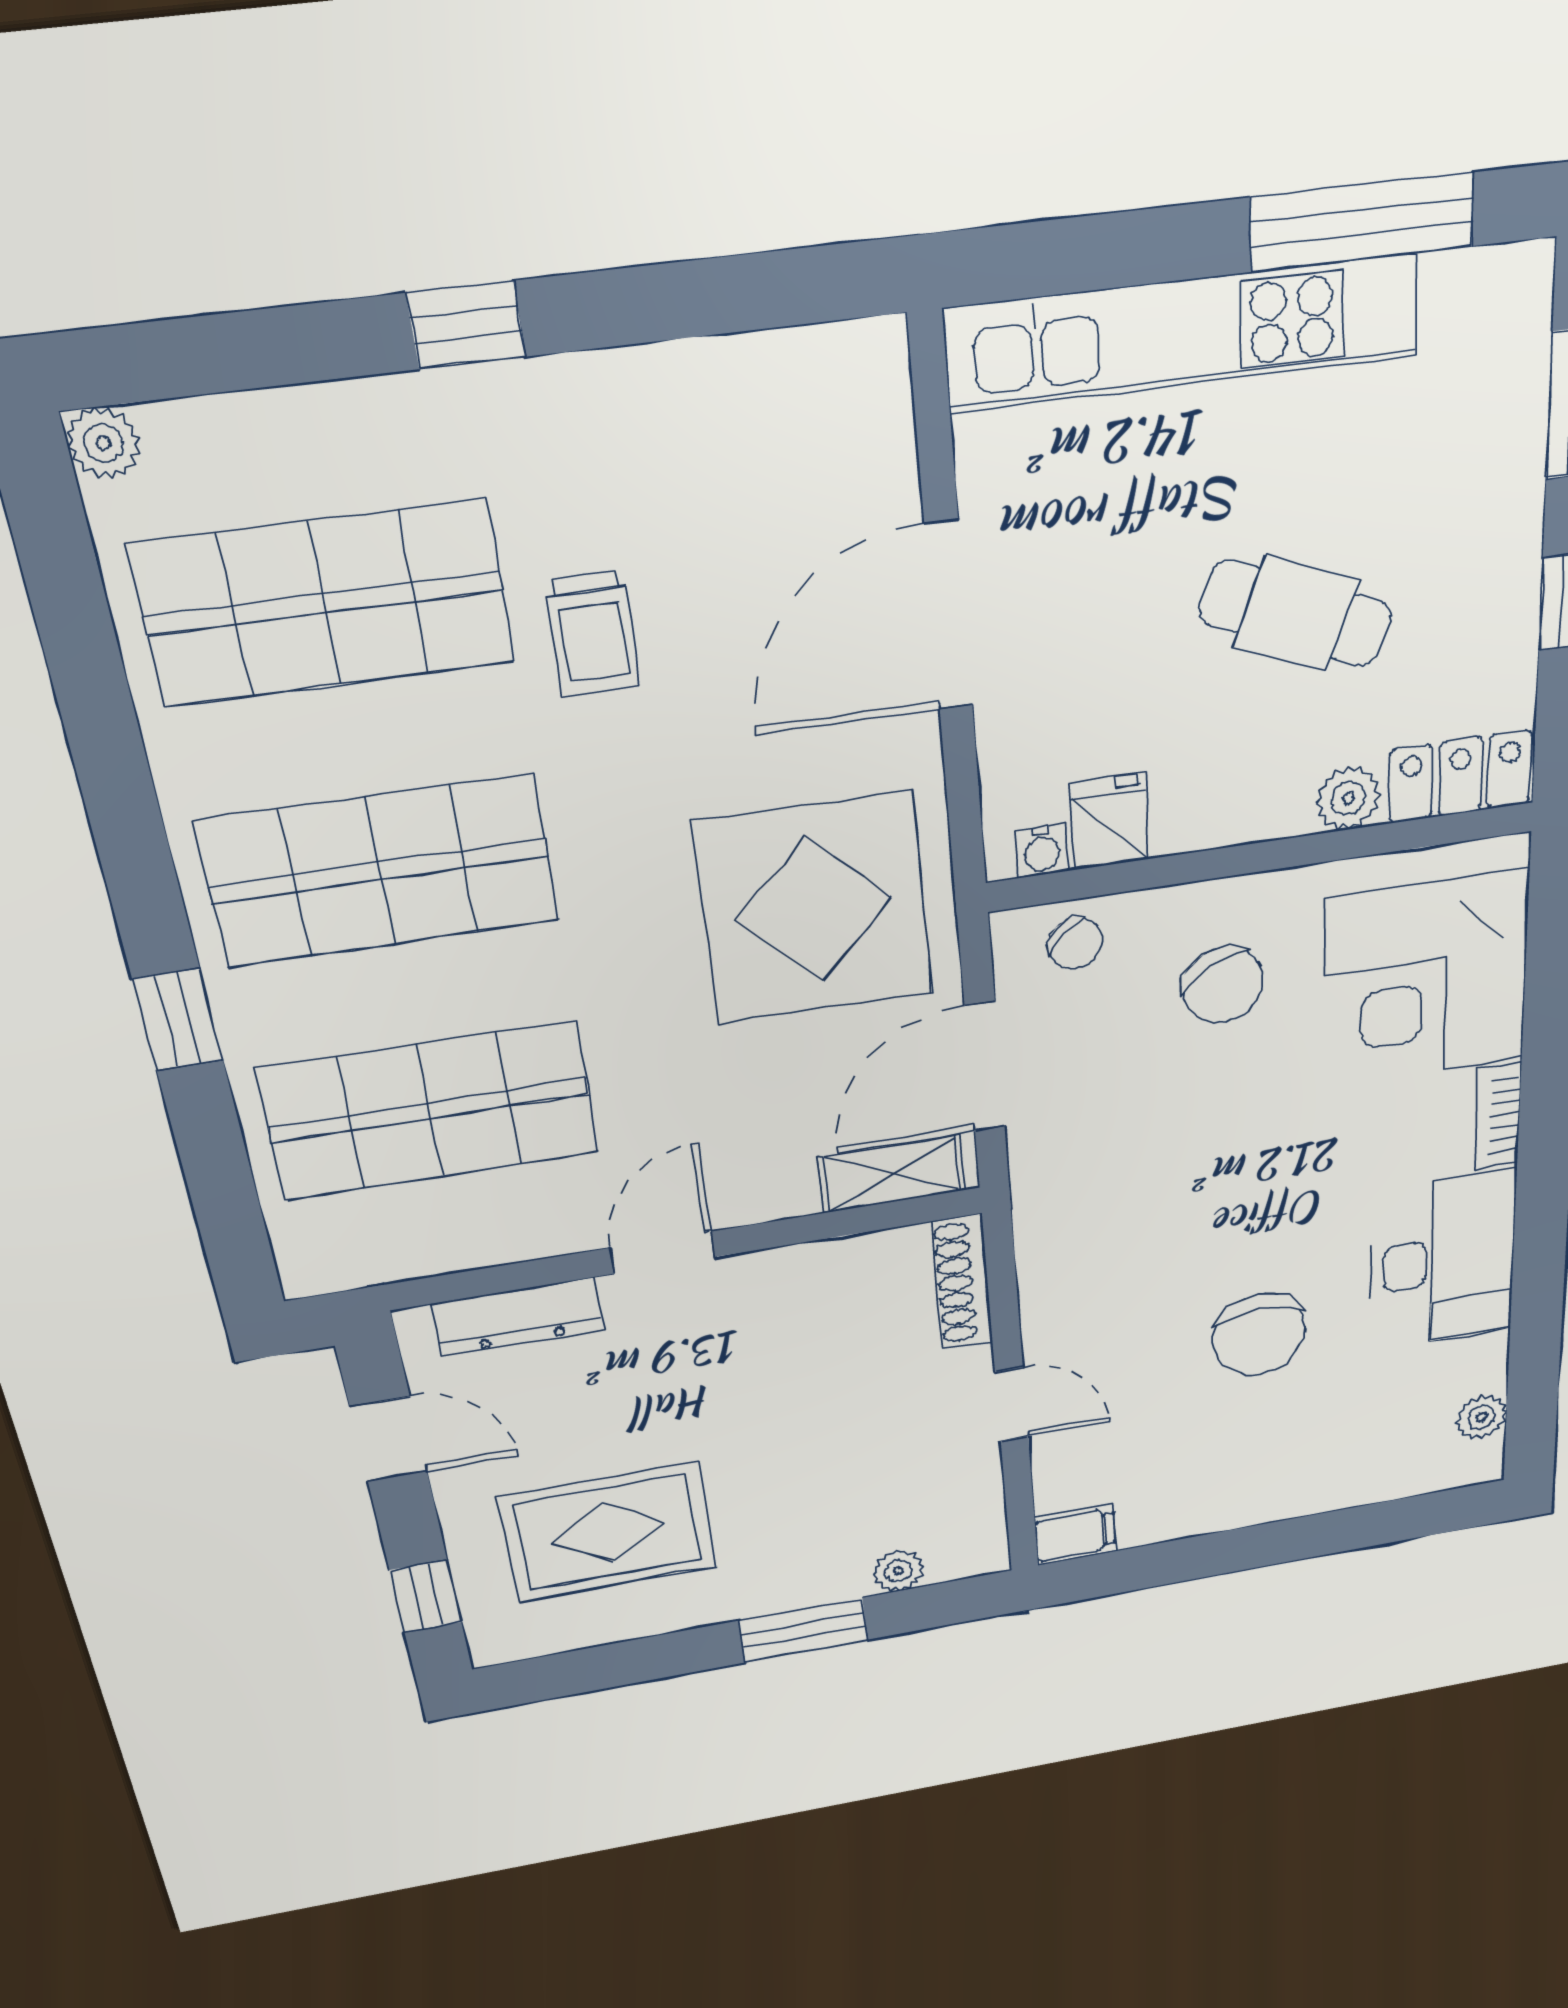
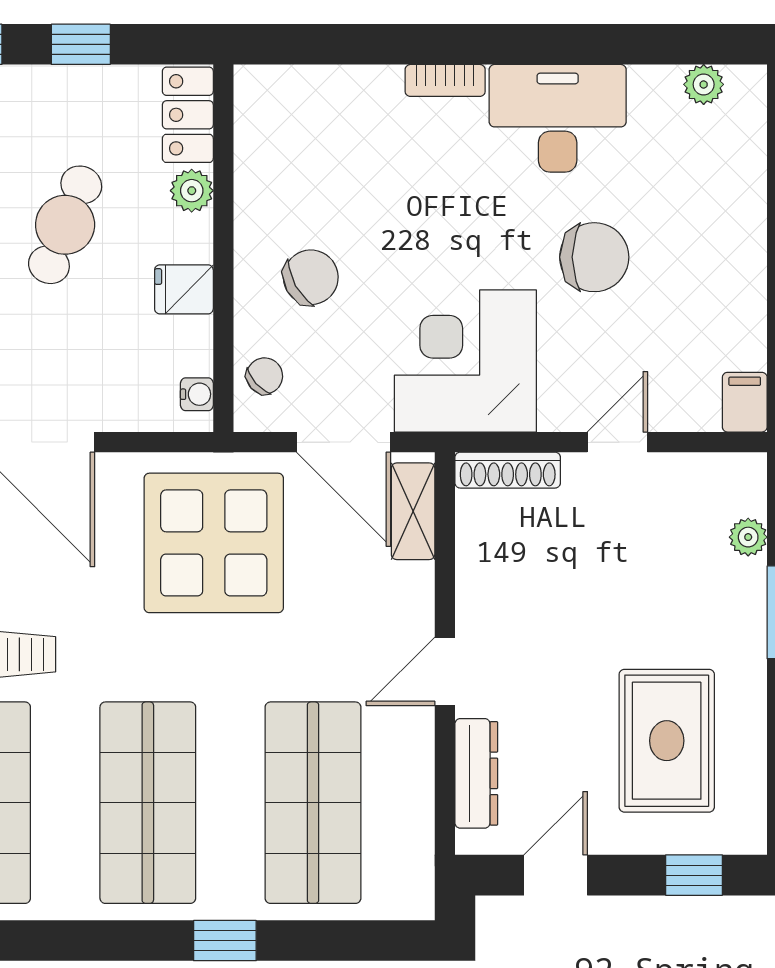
fridge: (1110, 822) -> (184, 289), moved
corner desk: (1426, 979) -> (465, 361), moved, turned 180
door: (662, 1253) -> (445, 671), hinge flipped

